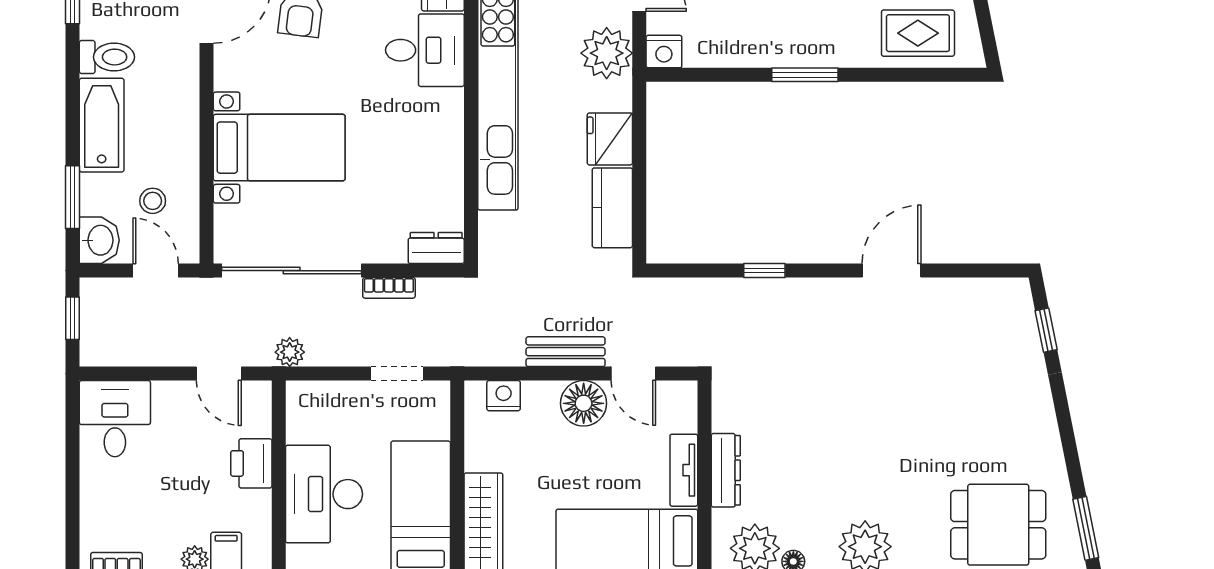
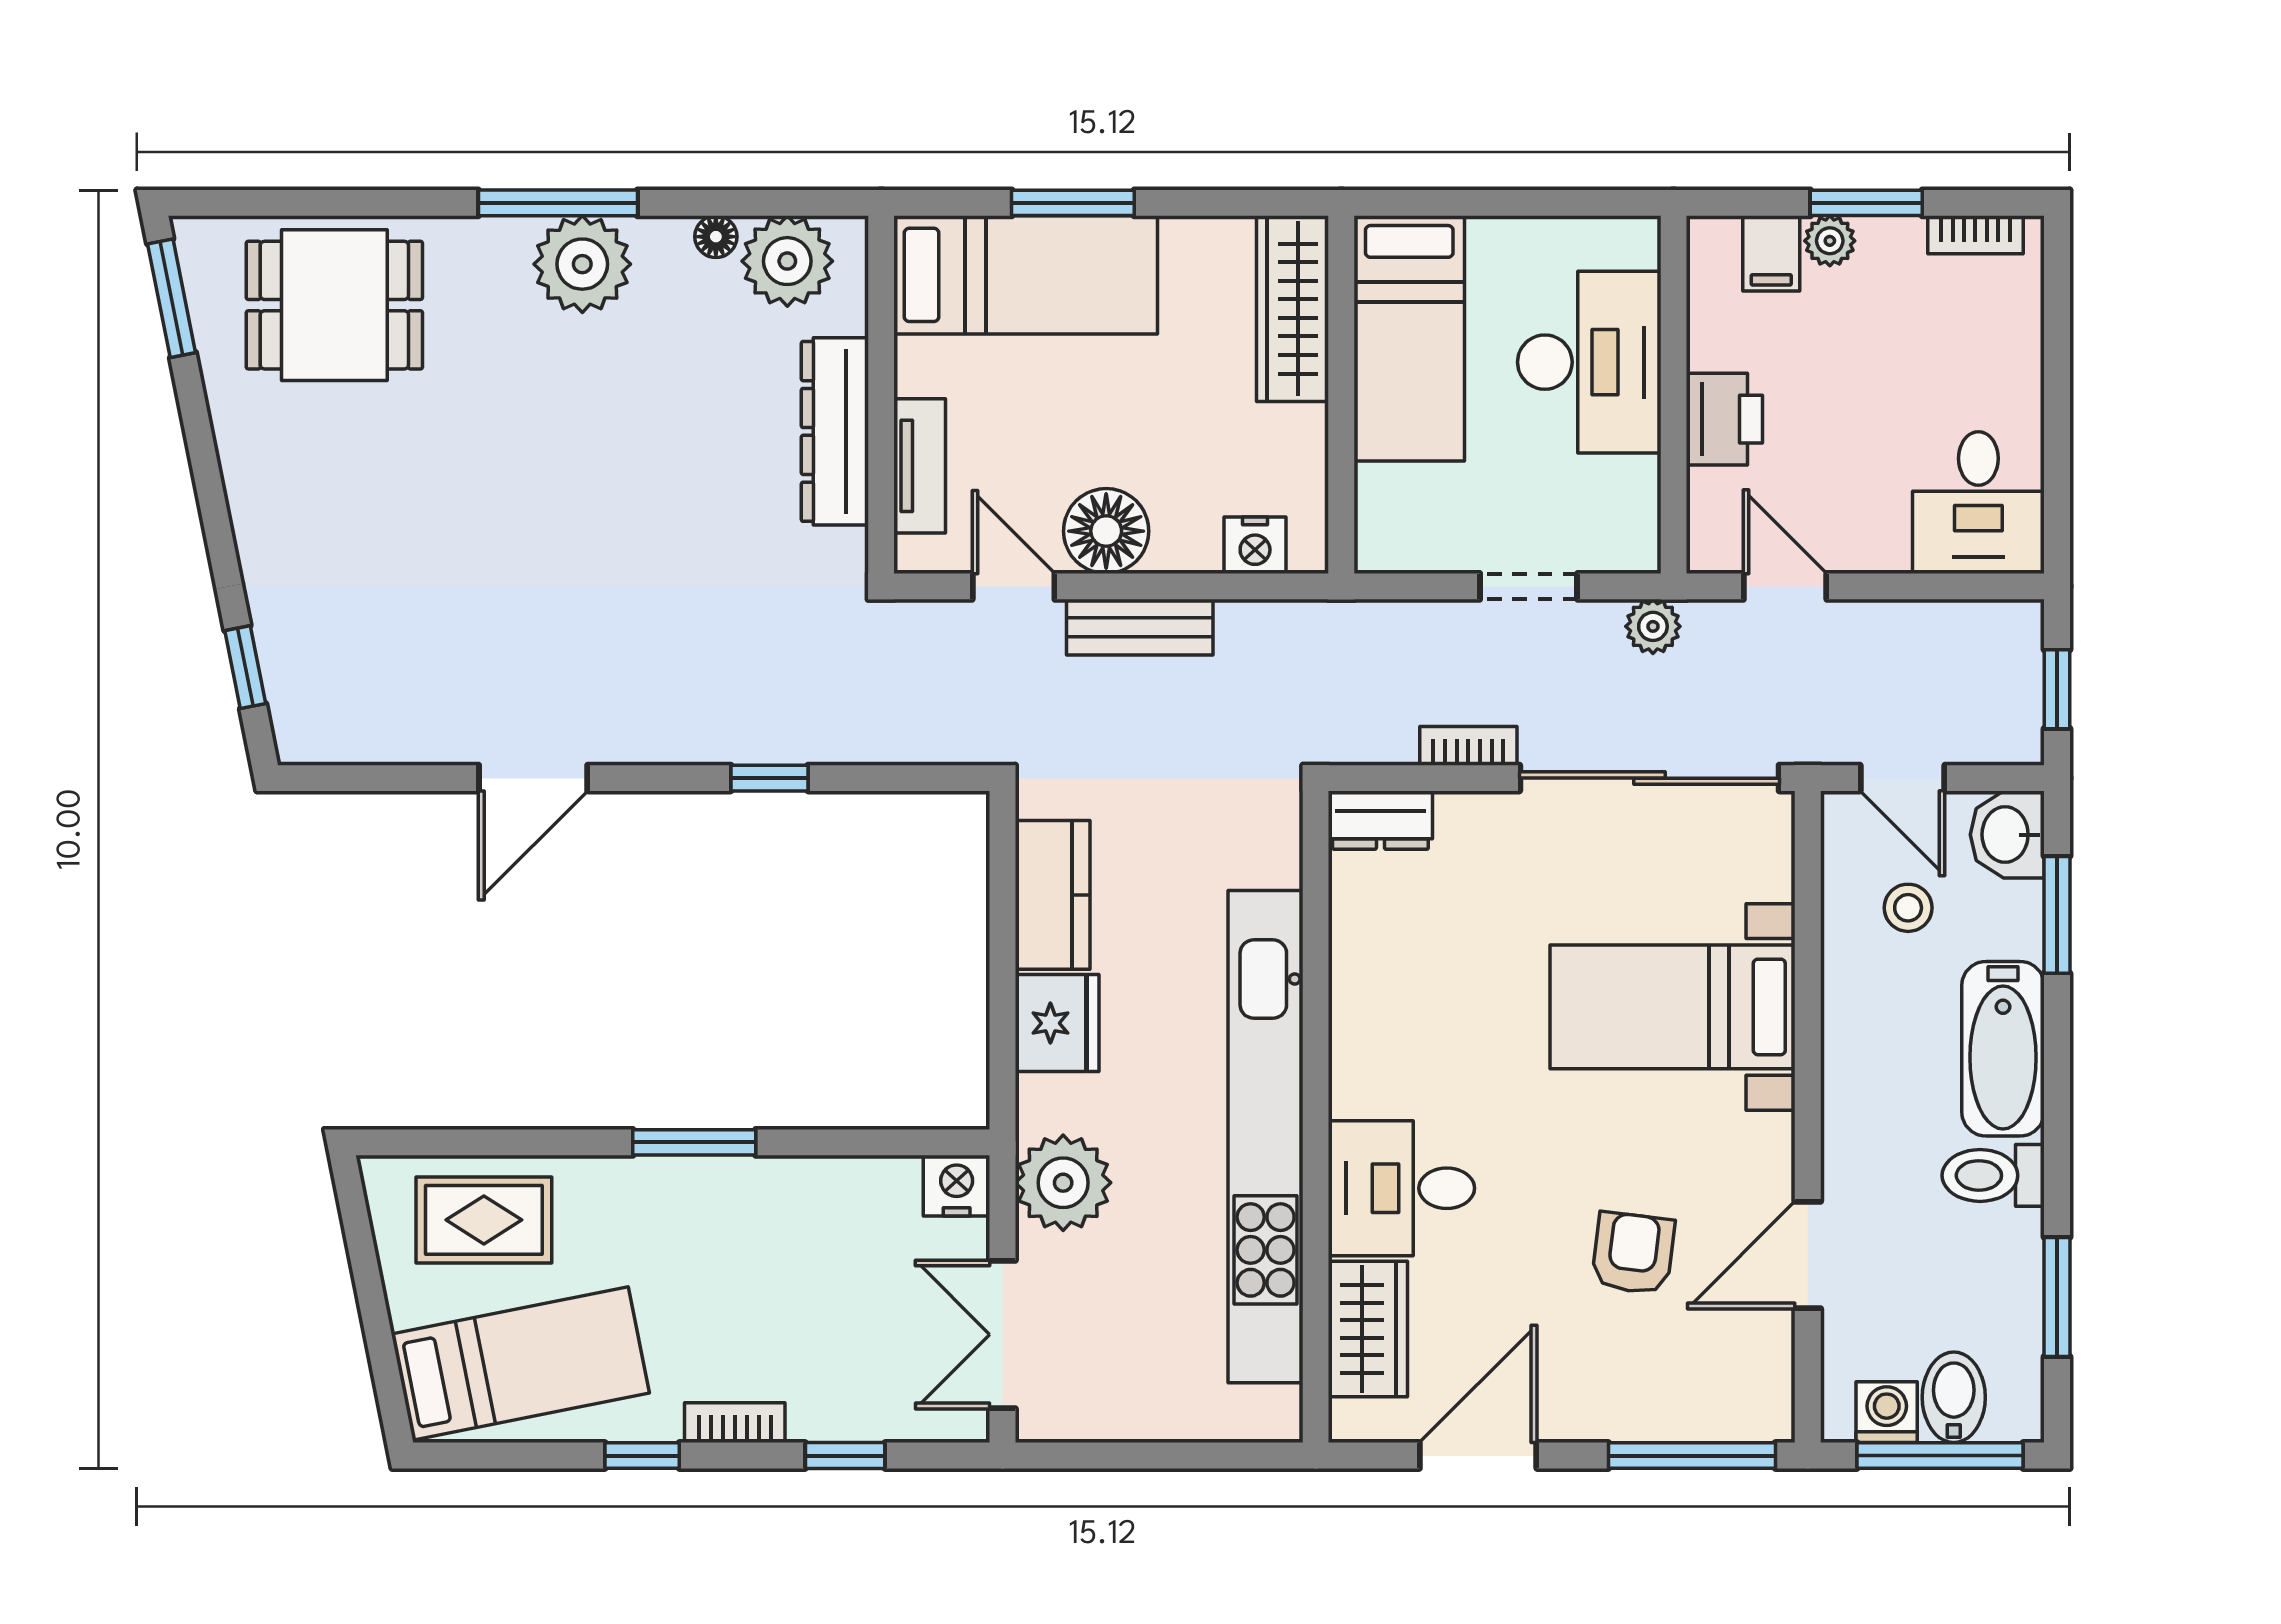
doorway: (397, 374) -> (1529, 586), moved
tv unit: (684, 470) -> (920, 466), moved
dresser: (726, 470) -> (835, 431), width x1.37, depth x1.24

